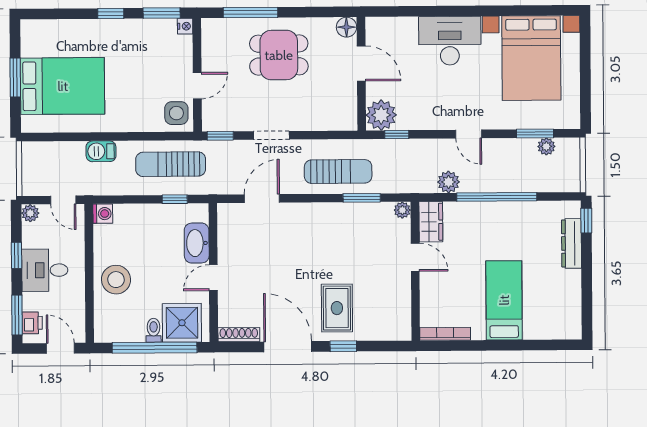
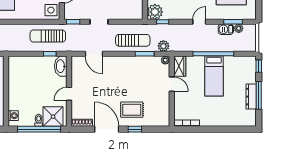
door: (469, 134) -> (199, 22), swing flipped
barbecue: (101, 151) -> (226, 29), moved
plant: (448, 182) -> (163, 46), moved
door: (262, 199) -> (94, 54), swing flipped
washing machine: (103, 214) -> (13, 116), moved
washbasin: (197, 243) -> (61, 66), moved
dresser: (571, 243) -> (251, 97), moved
window: (587, 278) -> (259, 95), added
stool: (116, 280) -> (20, 94), removed
bed: (504, 300) -> (214, 76), moved, turned 180
rug: (337, 308) -> (132, 110), turned 90

